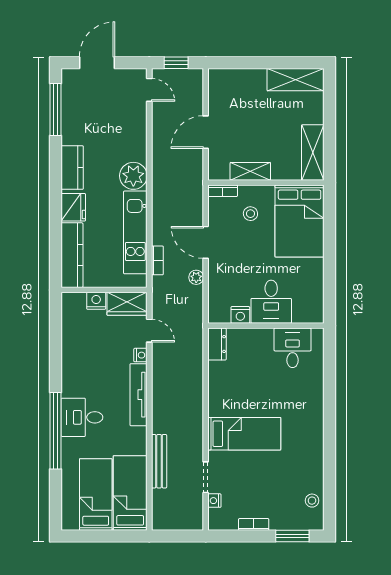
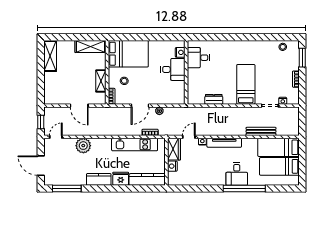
plant: (133, 176) -> (83, 146), moved
nightstand: (240, 315) -> (180, 52), moved
dresser: (217, 344) -> (214, 99), moved

